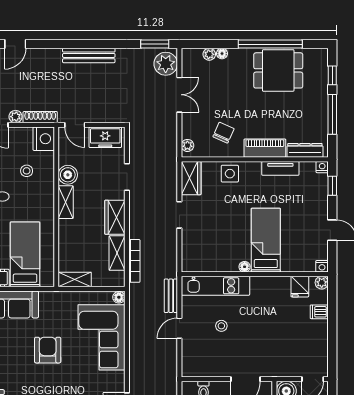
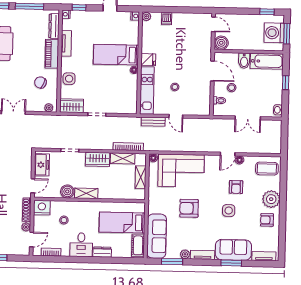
shelving: (75, 280) -> (141, 177), moved
fridge: (300, 287) -> (148, 60), moved

